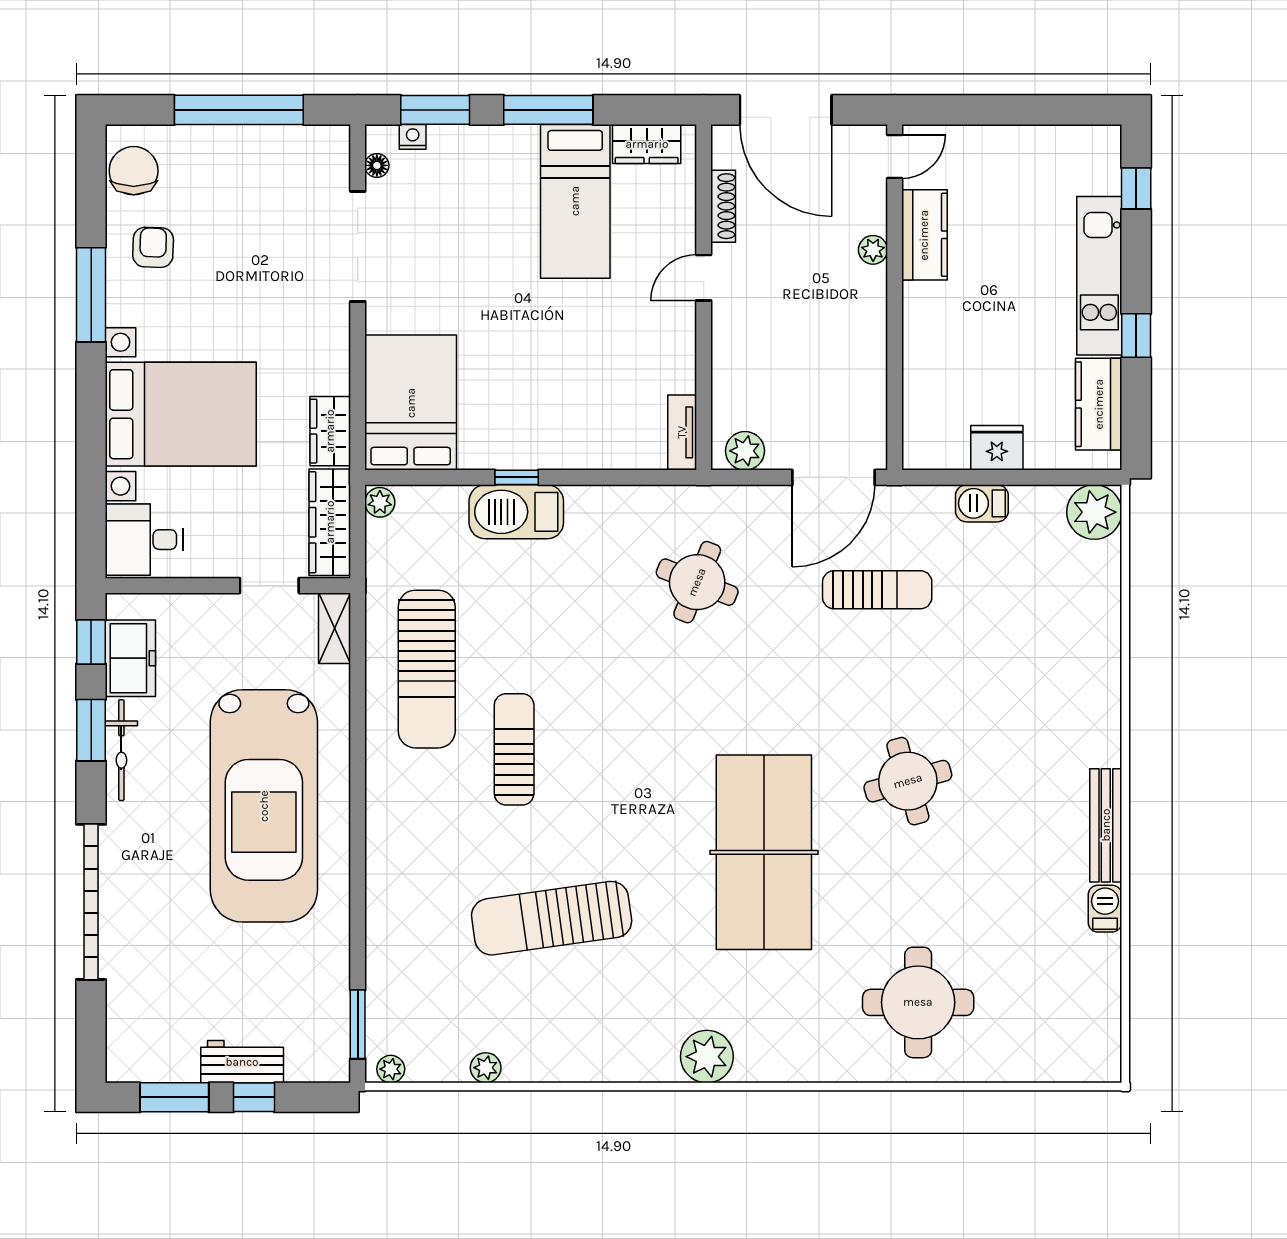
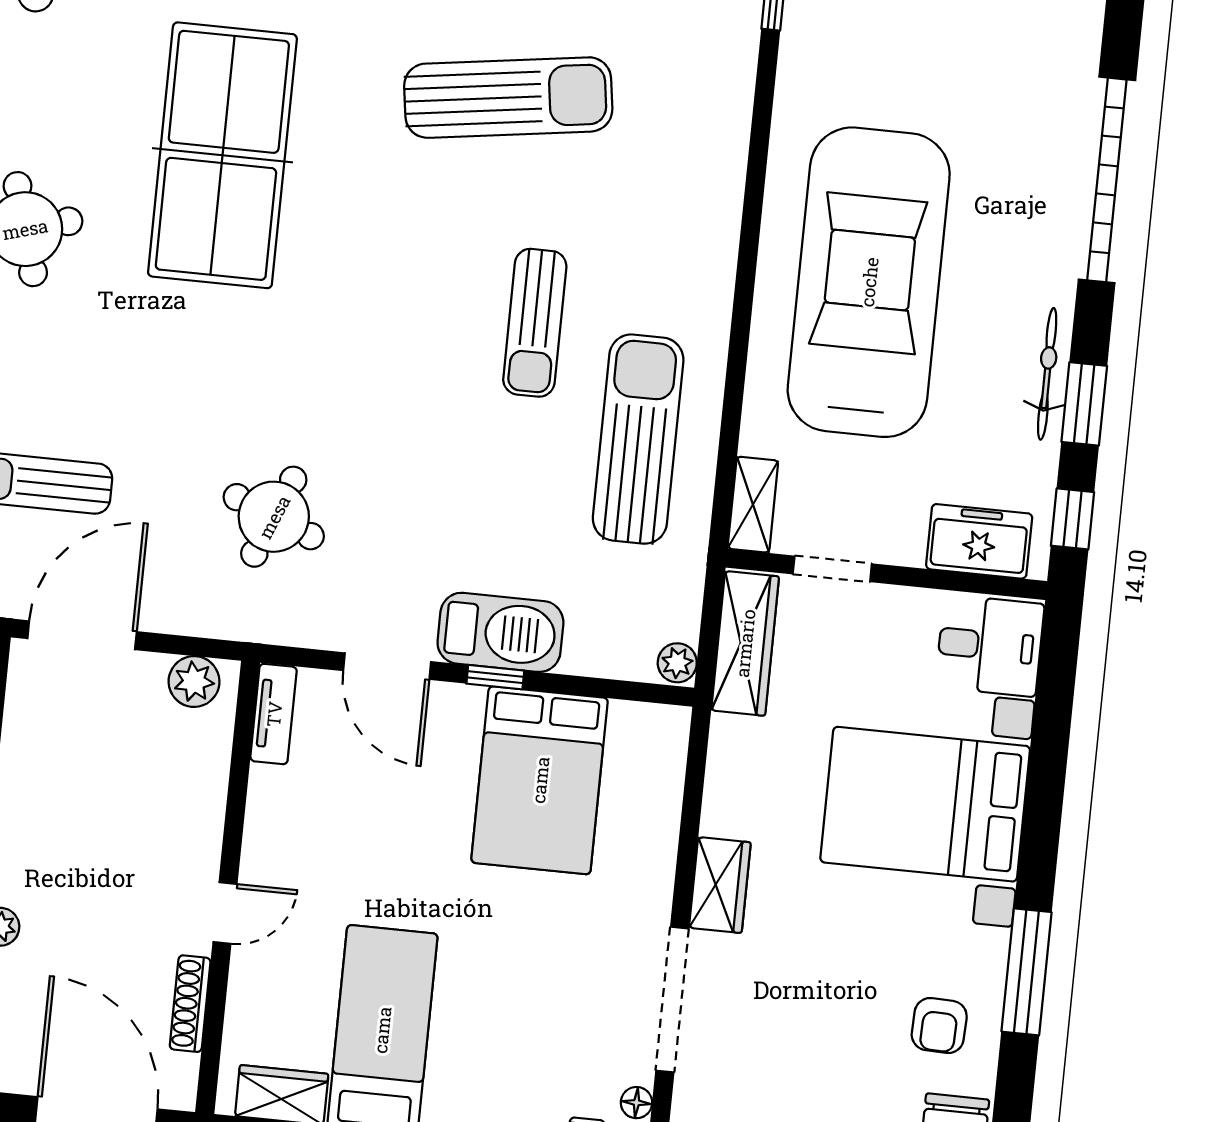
bed: (411, 403) -> (540, 780), moved
wardrobe: (330, 431) -> (720, 885), moved
door: (600, 477) -> (387, 666), added
freezer: (130, 658) -> (979, 541), moved, turned 90

